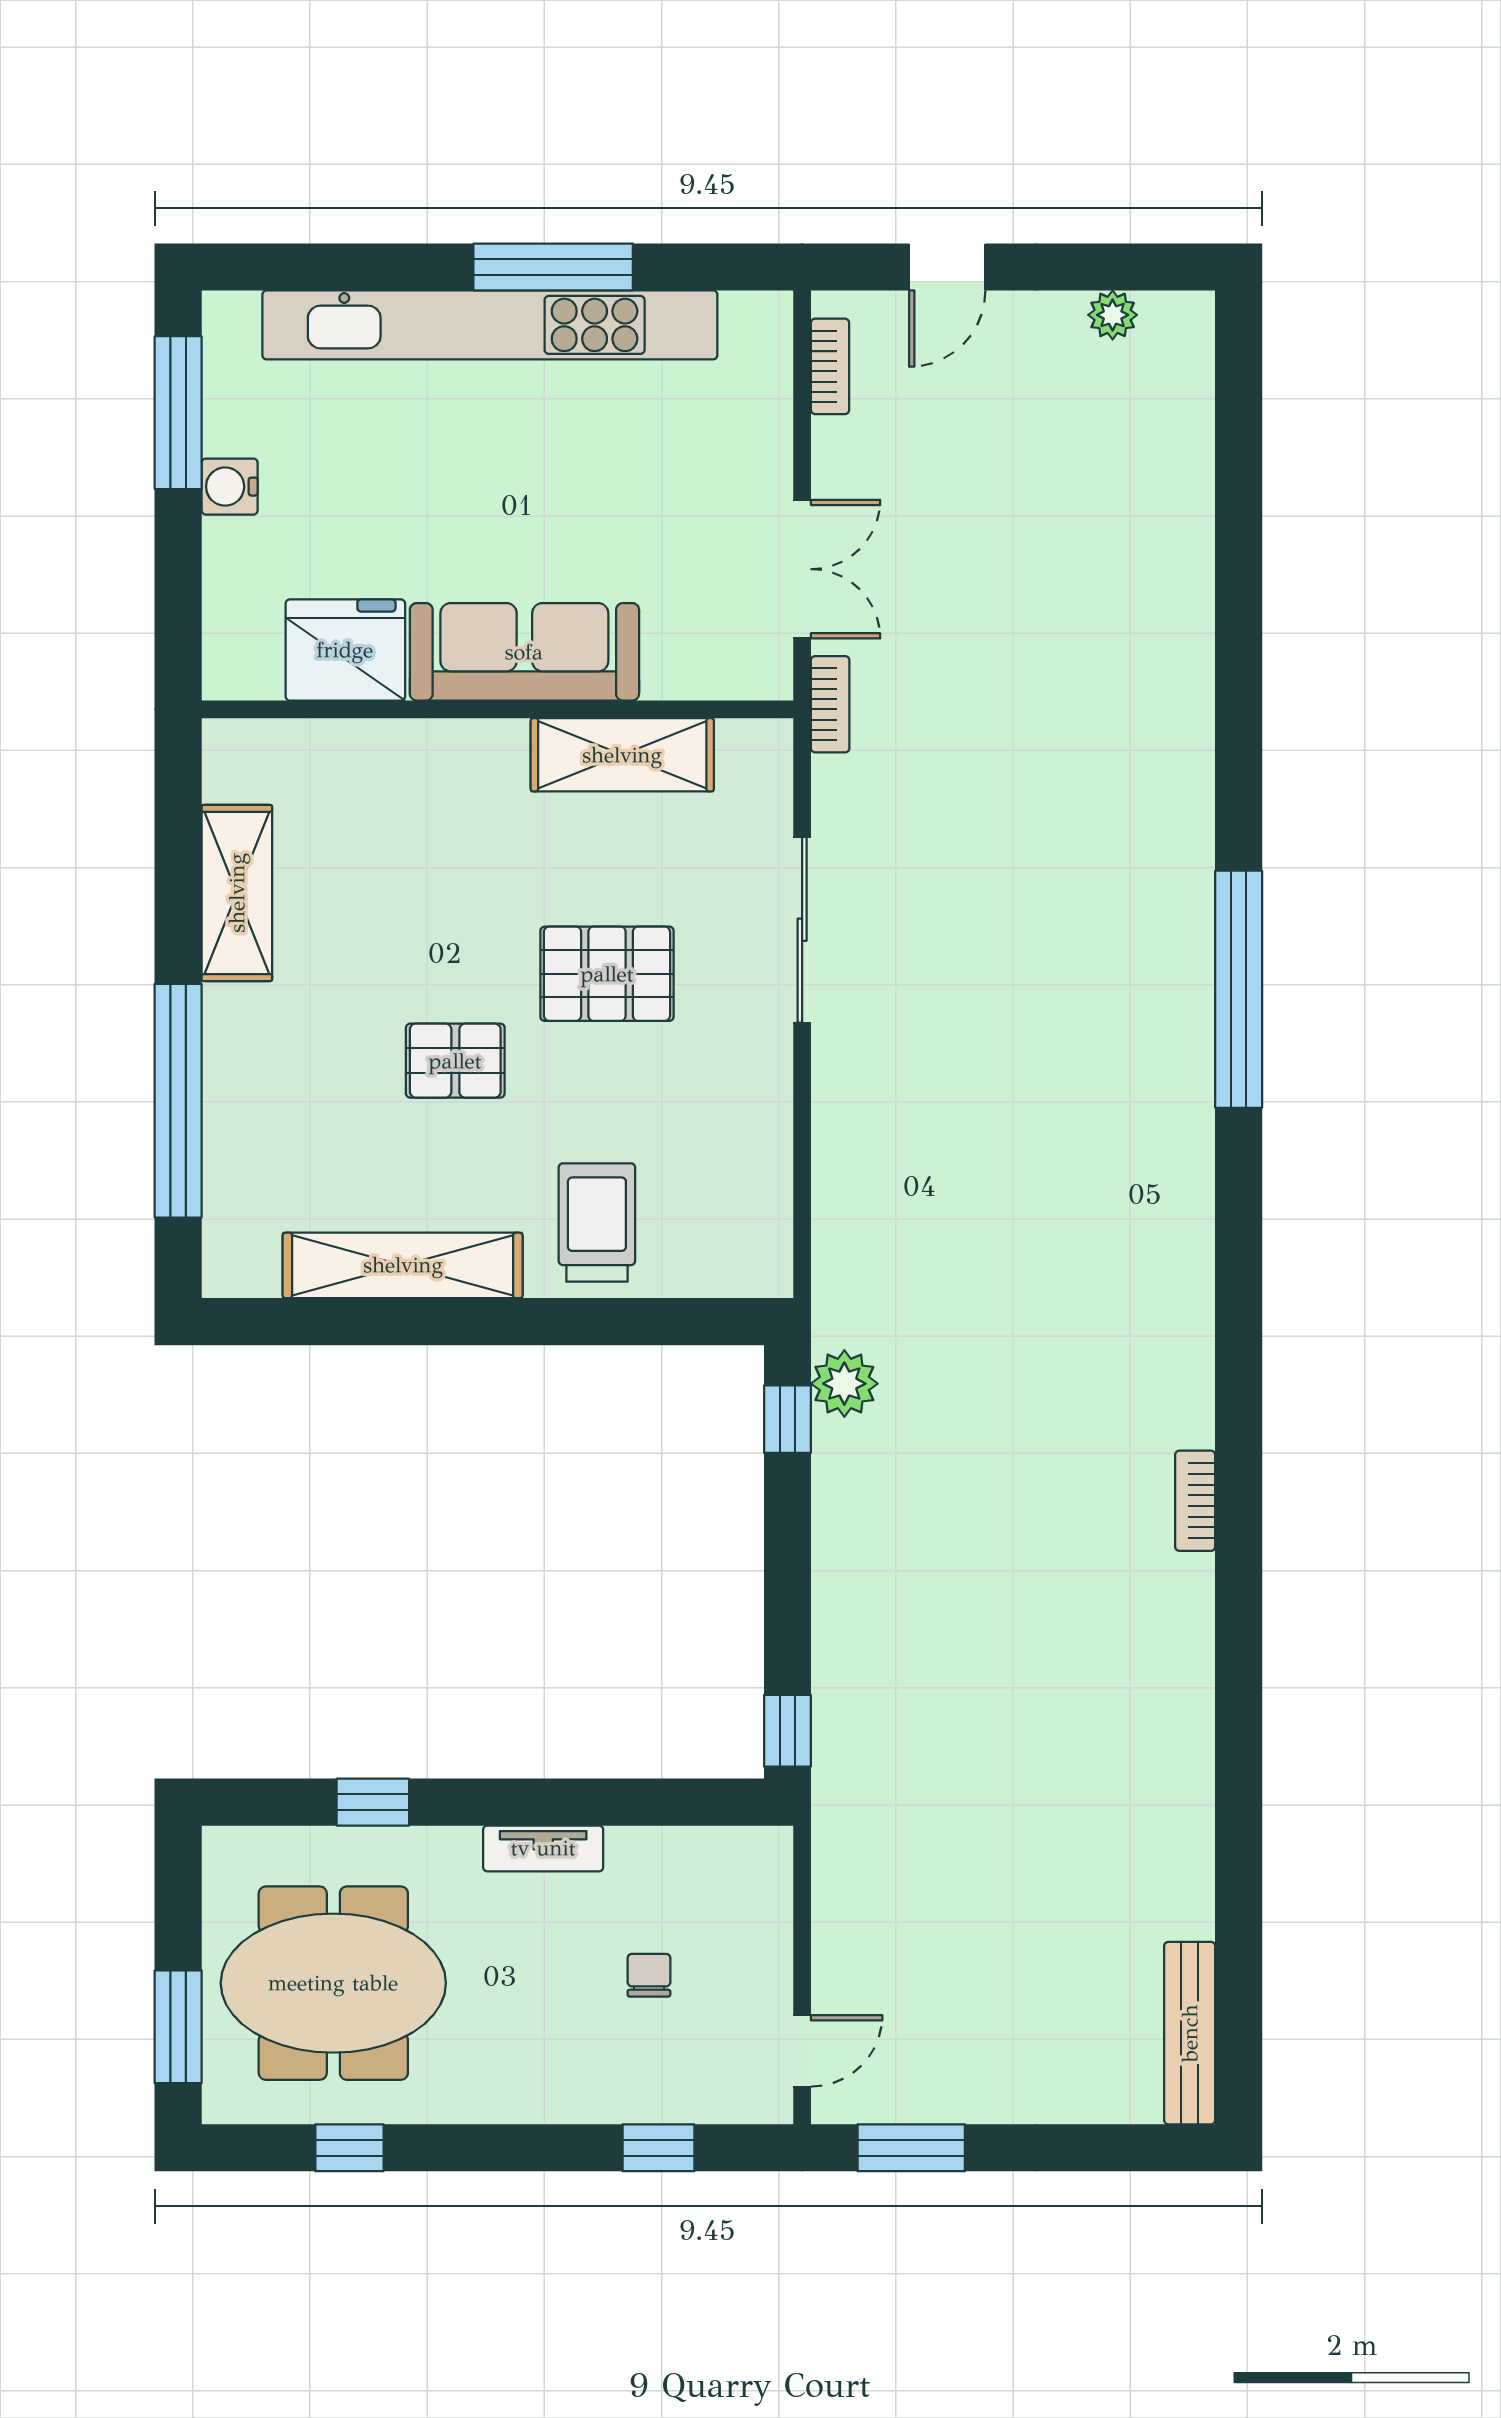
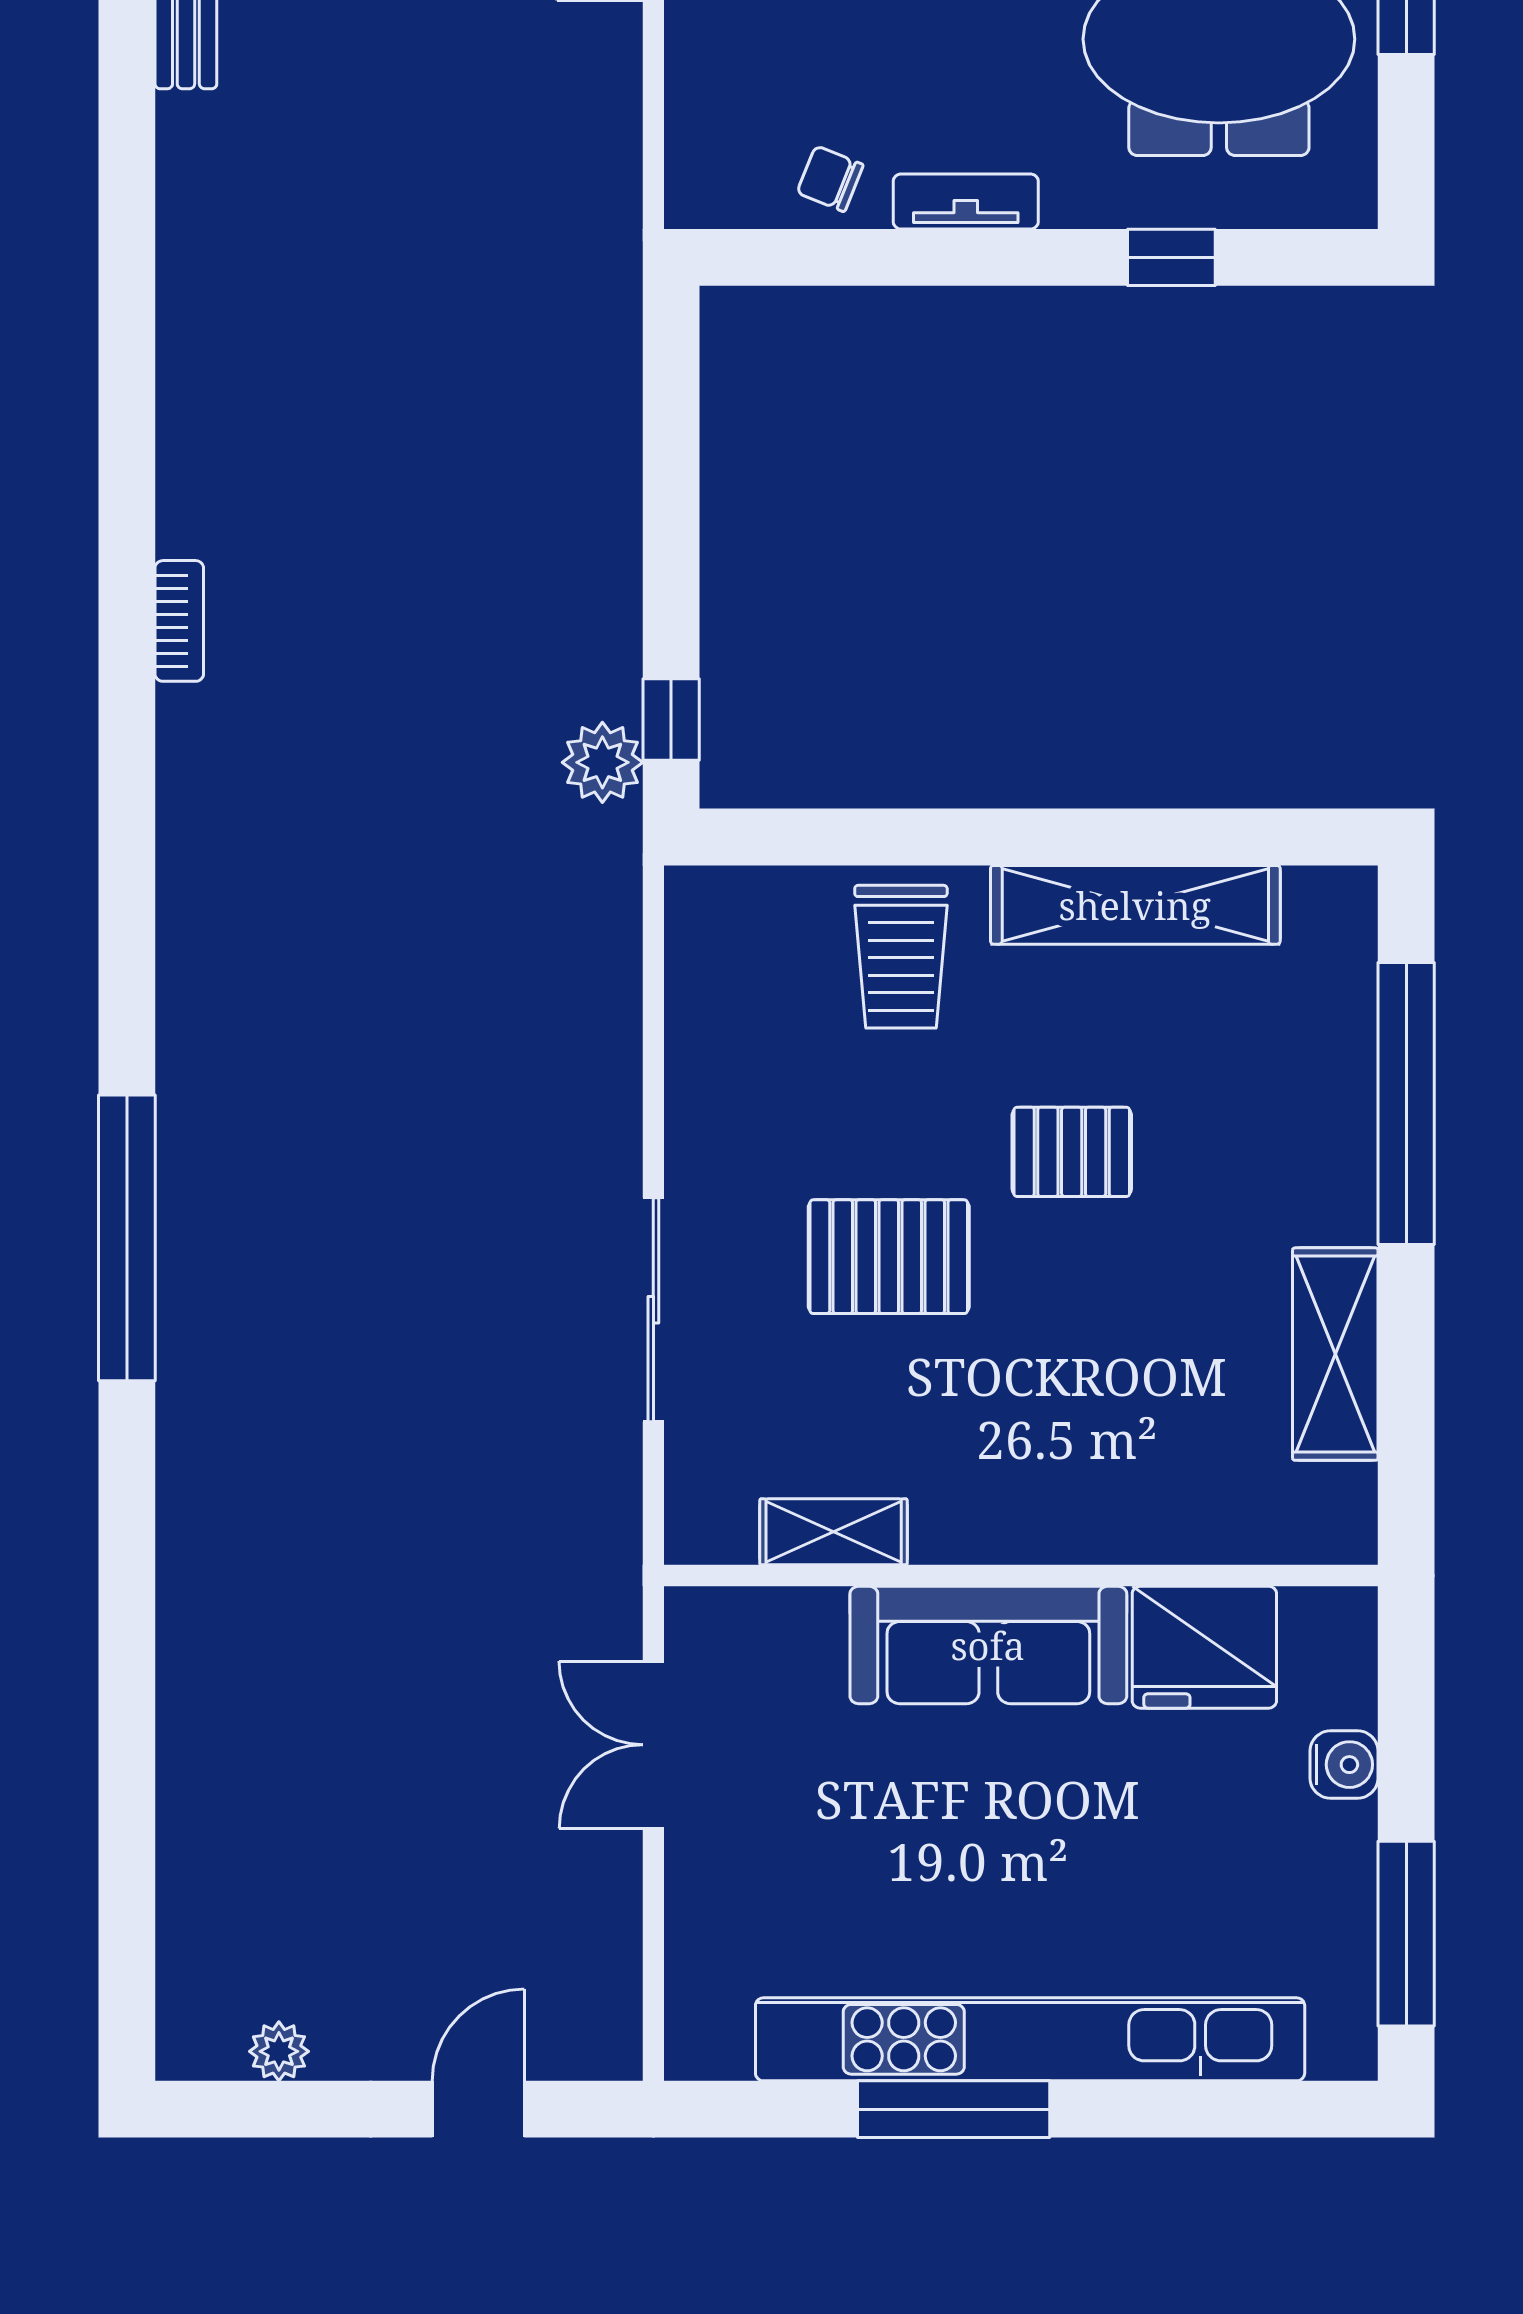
bookcase: (830, 366) -> (620, 1989), removed
water cooler: (230, 487) -> (1344, 1765), moved
bookcase: (830, 704) -> (620, 1582), removed
shelving: (622, 755) -> (834, 1532), width x0.67, depth x0.75
window: (787, 1731) -> (671, 344), removed
chair: (649, 1975) -> (830, 179), moved, turned 112

